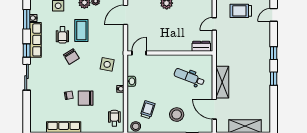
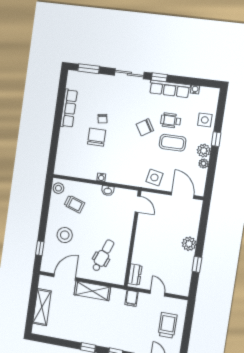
window: (27, 19) -> (89, 69), moved
filing cabinet: (223, 46) -> (132, 298), added
side table: (107, 64) -> (154, 177), moved
wheelchair: (114, 118) -> (70, 166), removed

